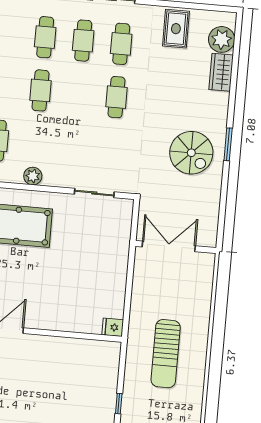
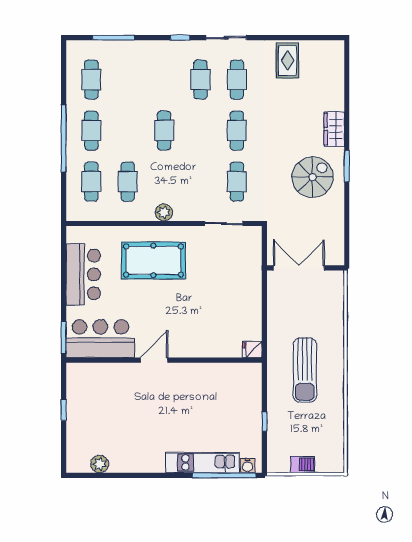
cafe table: (45, 37) -> (237, 182), moved
plant: (222, 39) -> (332, 67), removed
wardrobe: (221, 72) -> (334, 129), moved
spiral stairs: (191, 153) -> (313, 177), turned -90

